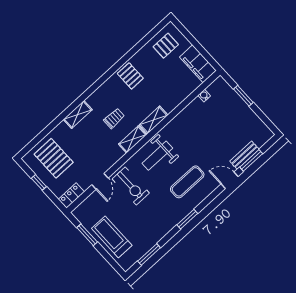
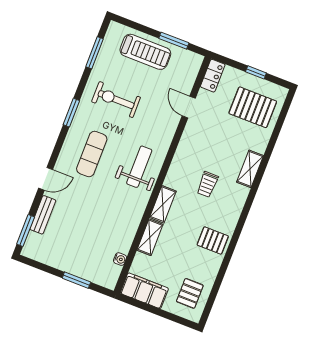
shelving: (132, 139) -> (150, 237), moved
window: (251, 160) -> (26, 231), moved
exercise bike: (131, 186) -> (116, 100), moved

